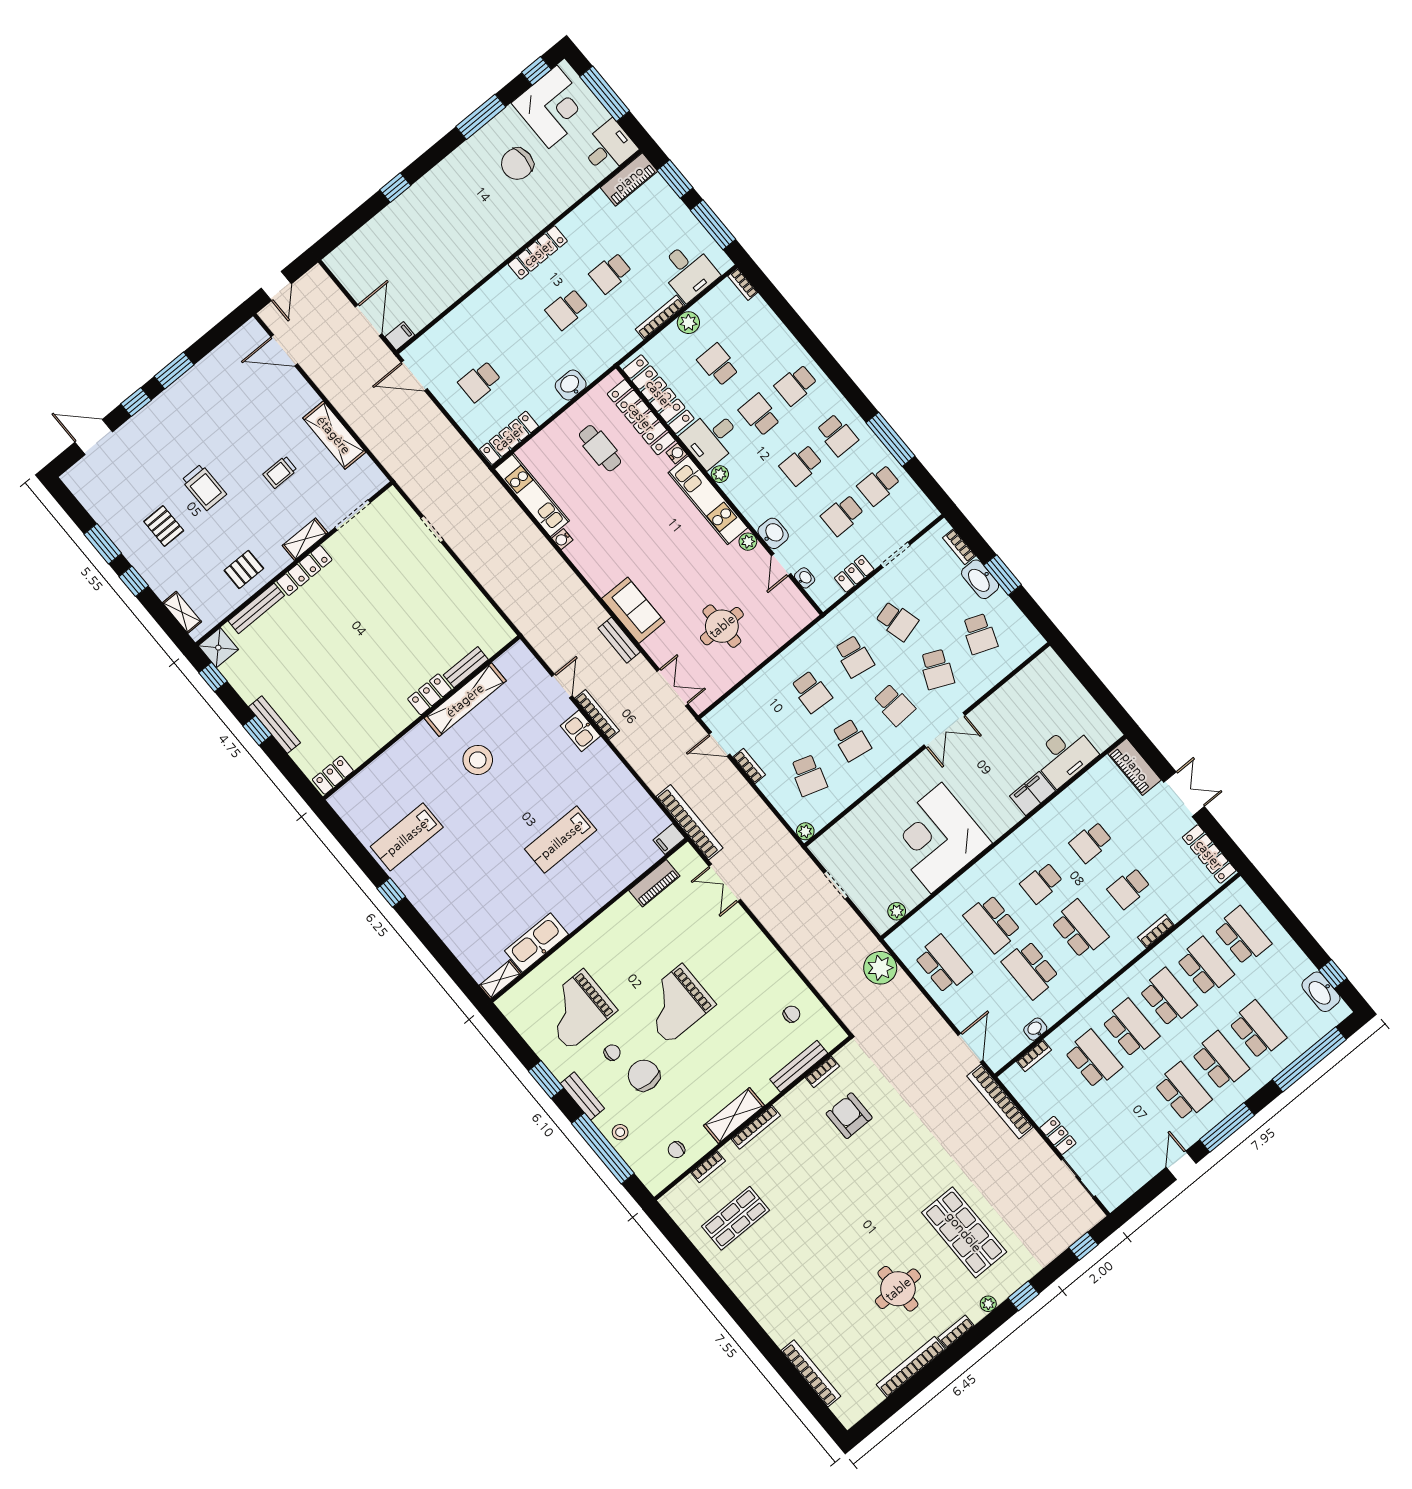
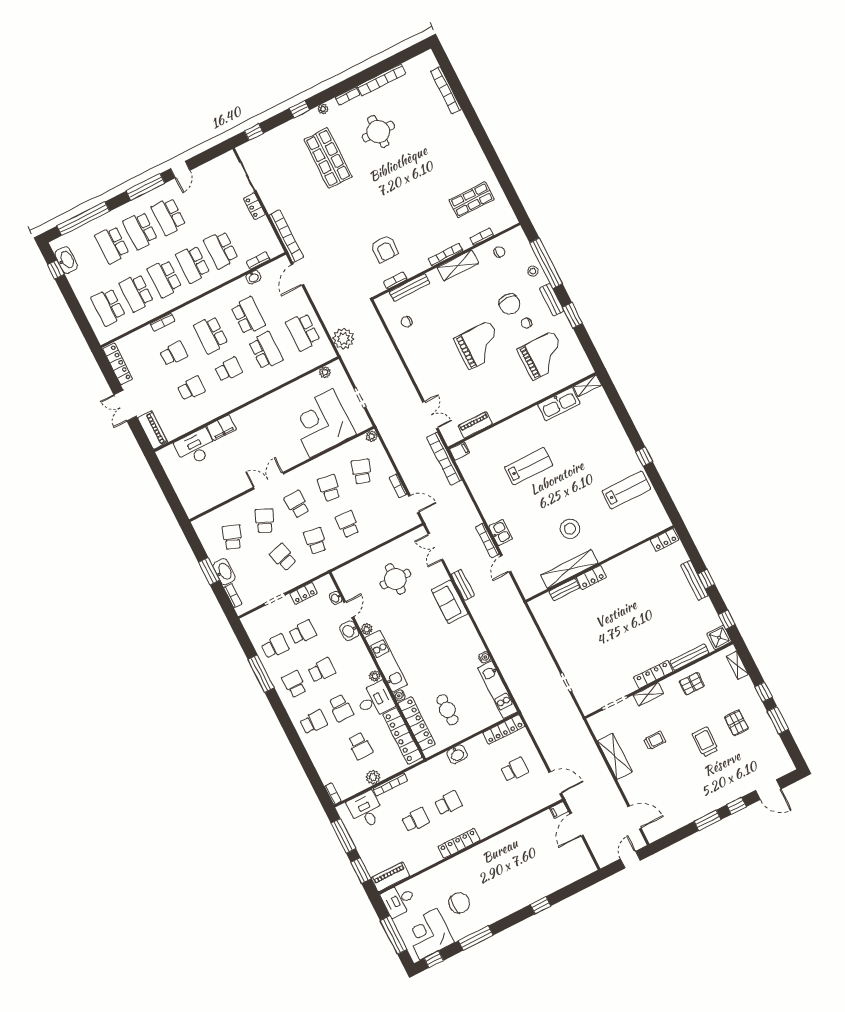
corner desk: (936, 838) -> (322, 423), moved, turned 180

